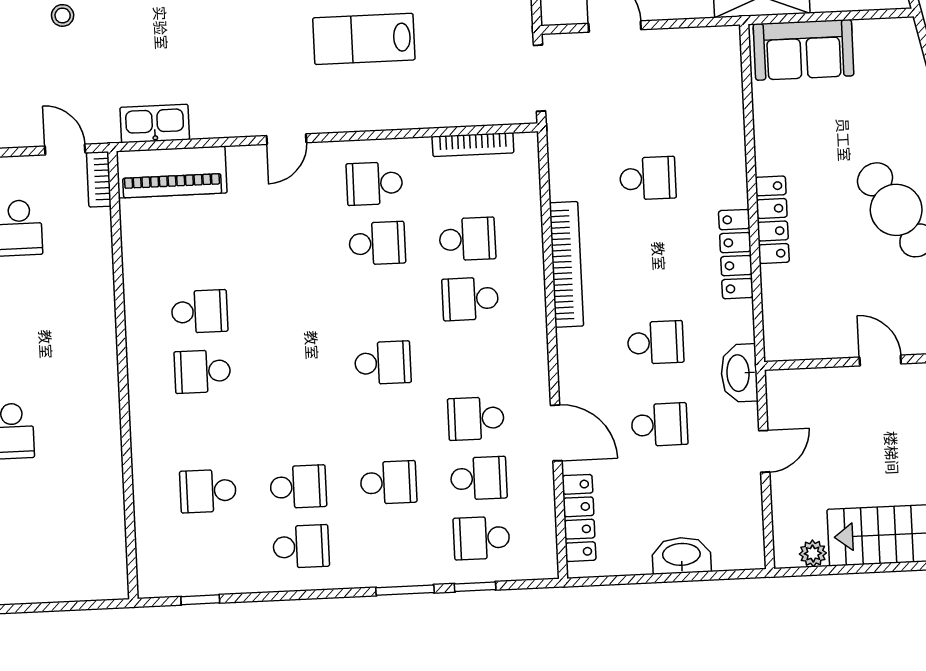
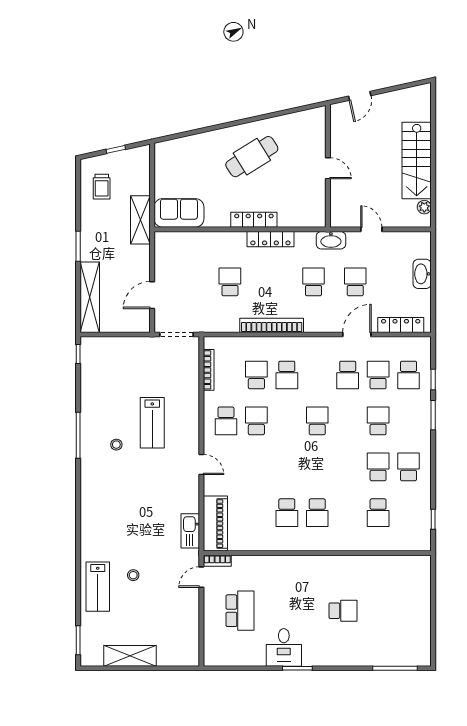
sofa: (804, 50) -> (179, 213), moved, turned -90
school desk: (200, 312) -> (287, 513), turned 180
door: (880, 360) -> (328, 168), swing flipped

